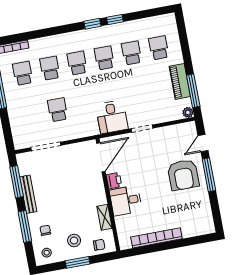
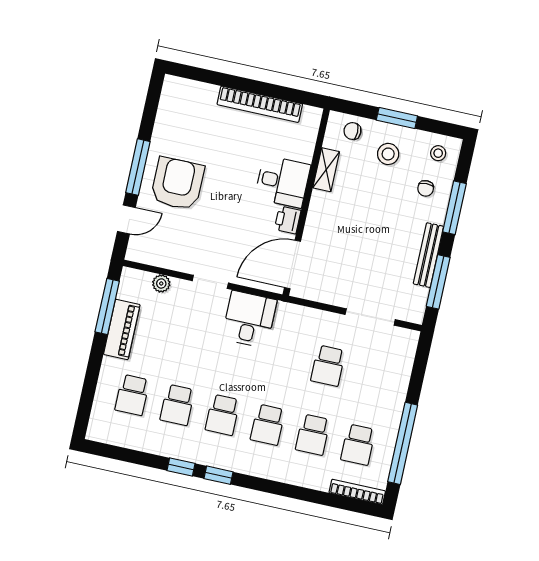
plant: (188, 112) -> (161, 283), moved

